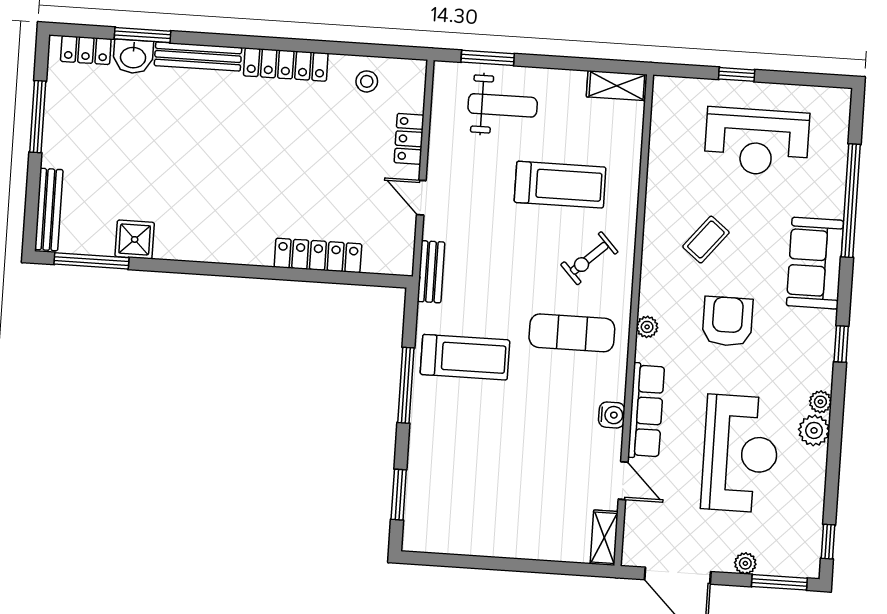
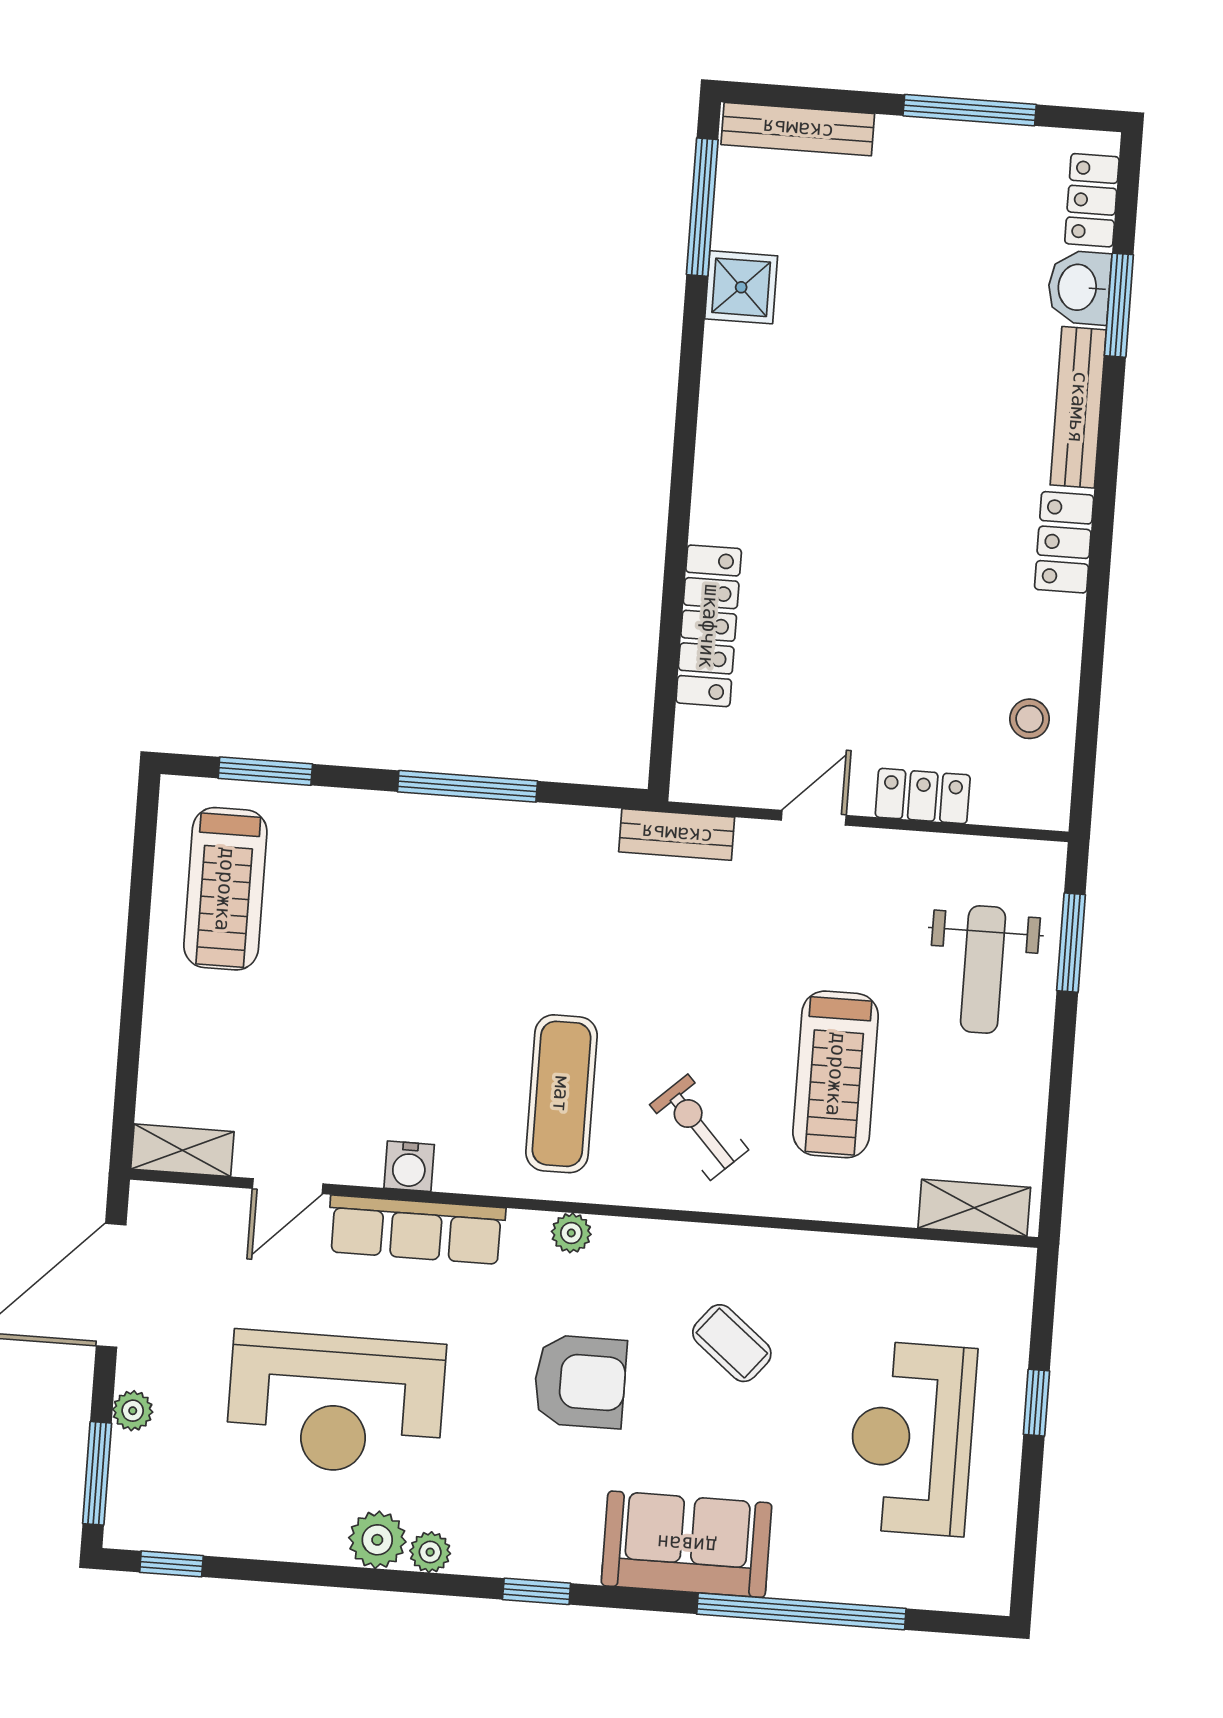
locker: (286, 64) -> (1064, 542), width x0.66
shelving: (617, 86) -> (974, 1208), moved, turned 90
treadmill: (465, 357) -> (225, 889), moved

